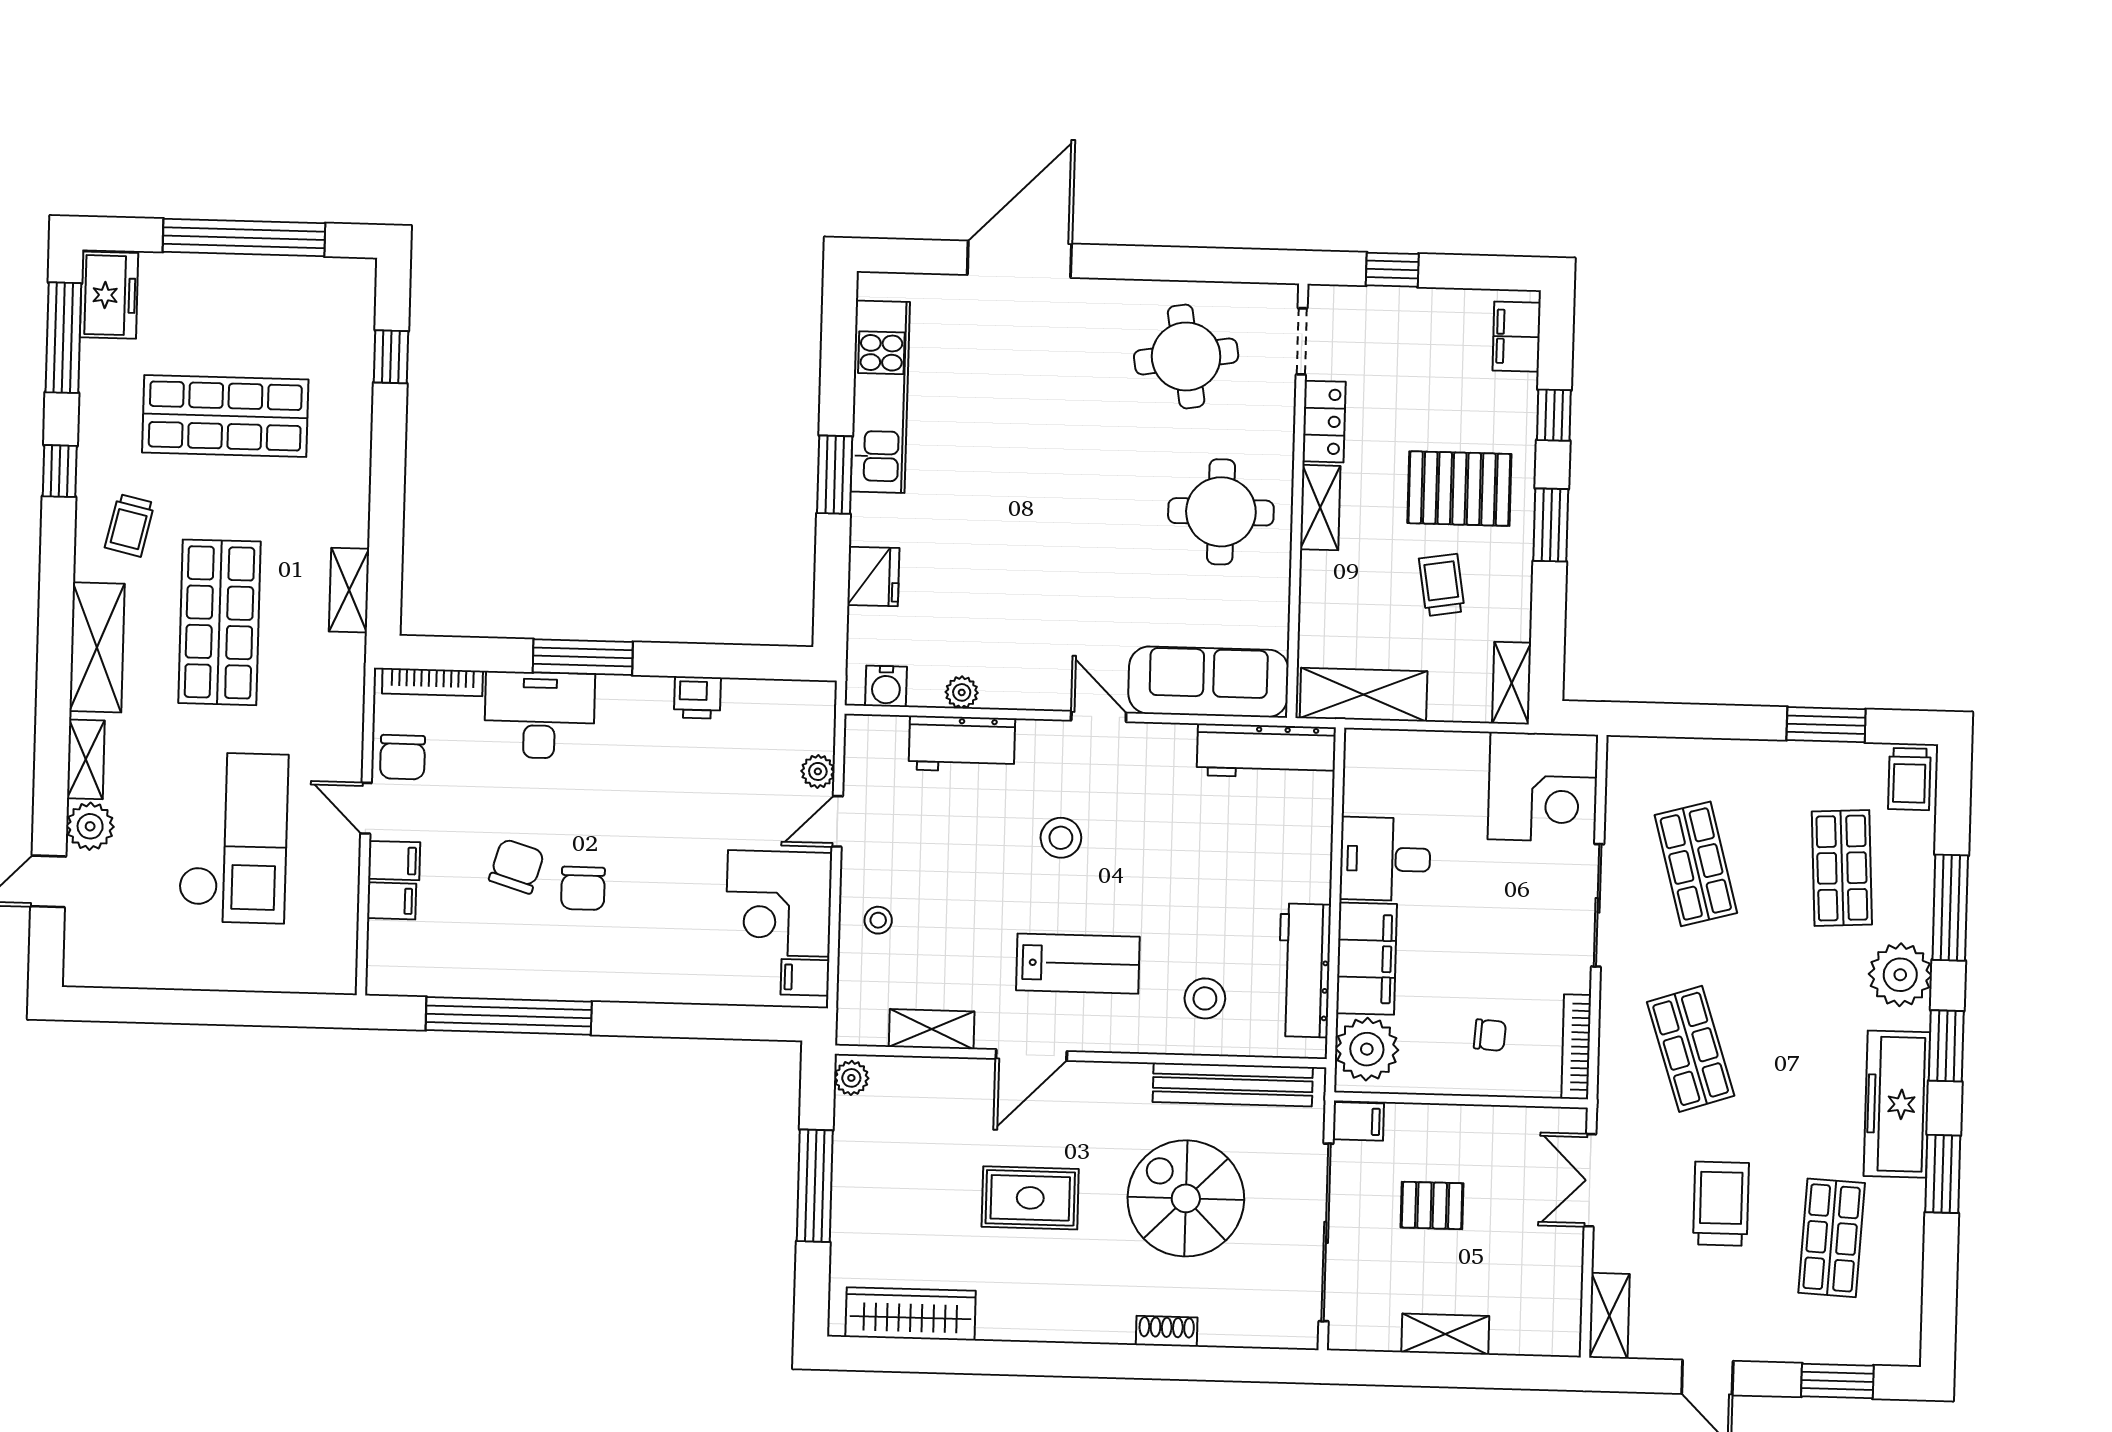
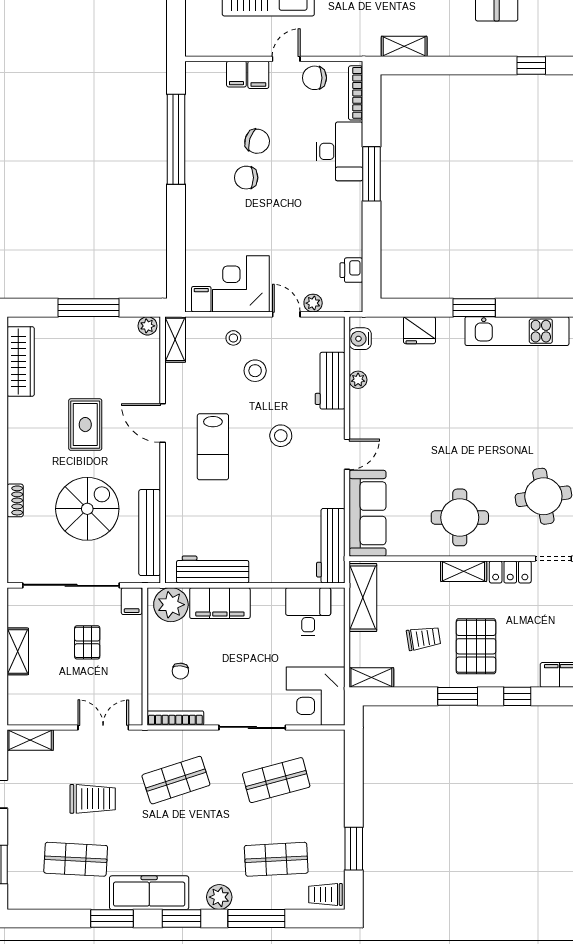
printer: (697, 697) -> (351, 270), moved
desk: (1385, 859) -> (308, 612), moved
plant: (1900, 975) -> (219, 897), width x0.73, depth x0.73
stool: (1205, 998) -> (255, 371), moved
shelving: (932, 1029) -> (175, 339), moved

